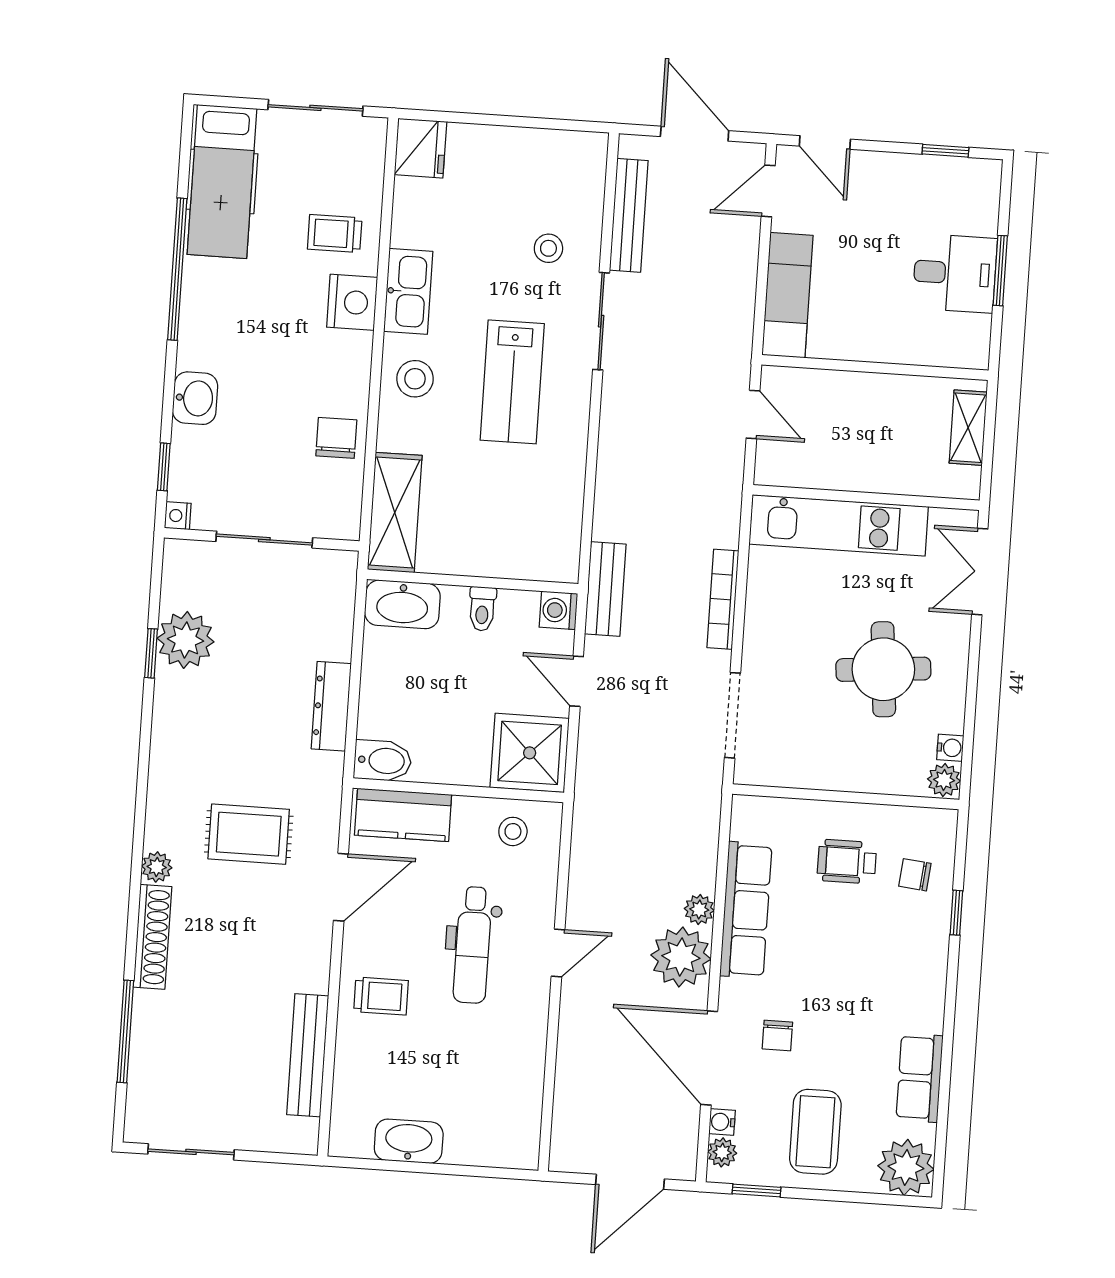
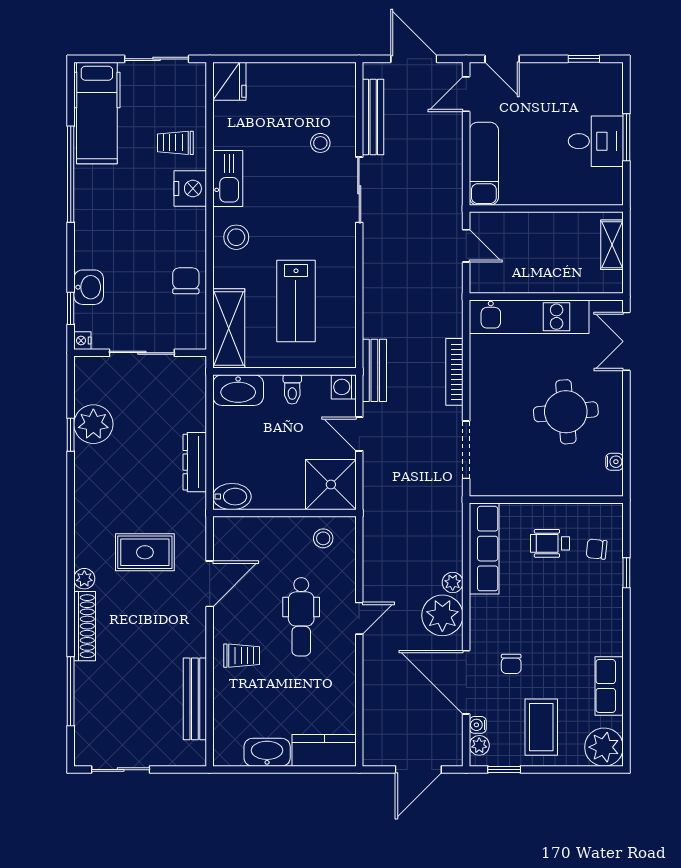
lab bench: (512, 382) -> (296, 301), moved
washbasin: (195, 398) -> (89, 287), moved
plant: (944, 780) -> (612, 484), removed
kitchen counter: (403, 815) -> (324, 750), moved, turned 180
row of seats: (746, 910) -> (484, 549), moved

